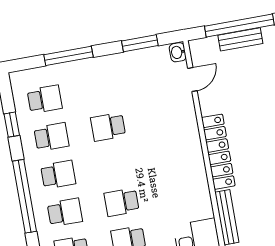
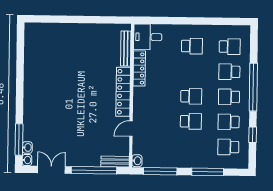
bench: (240, 39) -> (115, 162), moved
window: (140, 43) -> (160, 171), width x1.44
door: (192, 80) -> (131, 129), moved
locker: (201, 191) -> (139, 68), added
school desk: (122, 202) -> (191, 96), moved

